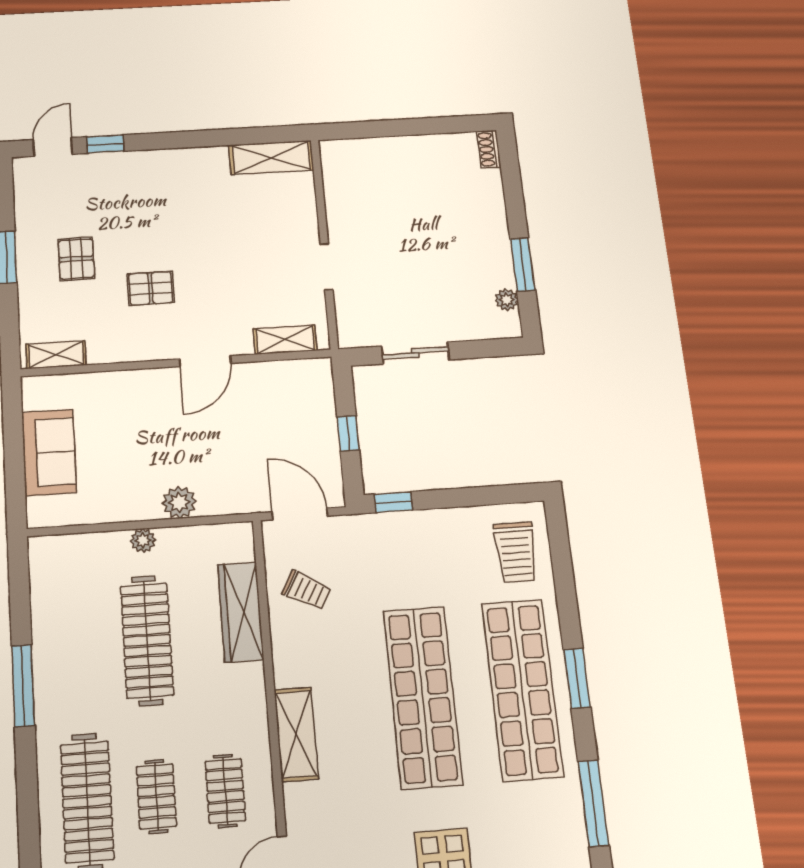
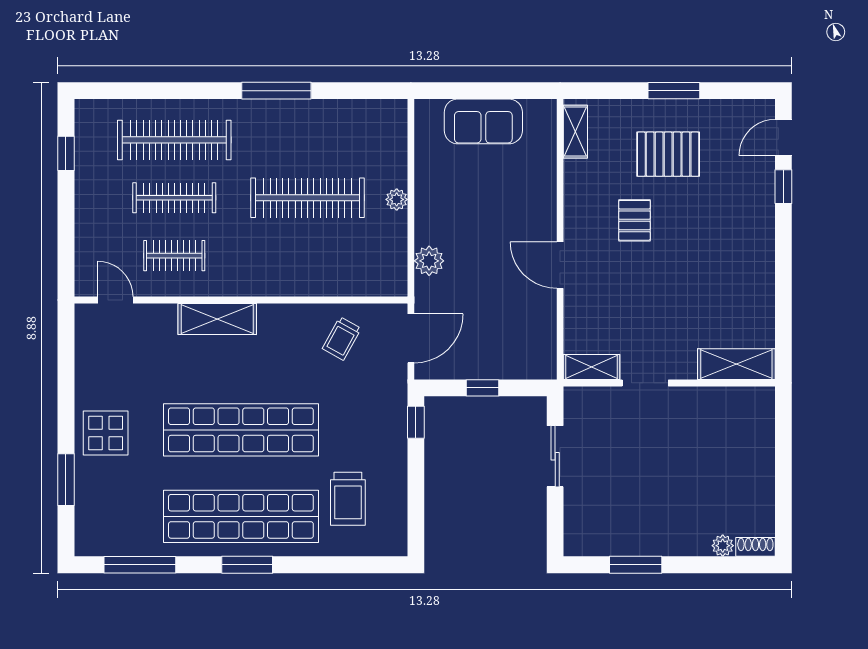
door: (53, 147) -> (783, 138), swing flipped
shelving: (271, 158) -> (736, 364), moved, turned 90
pallet: (76, 259) -> (668, 154), width x1.50, depth x1.42
plant: (507, 300) -> (723, 546), moved
shelving: (285, 340) -> (591, 367), moved, turned 90
plant: (179, 502) -> (429, 261), moved
trolley: (516, 552) -> (348, 499), moved, turned -90
wardrobe: (241, 612) -> (327, 280), removed
clothes rail: (156, 796) -> (174, 198), width x1.36

